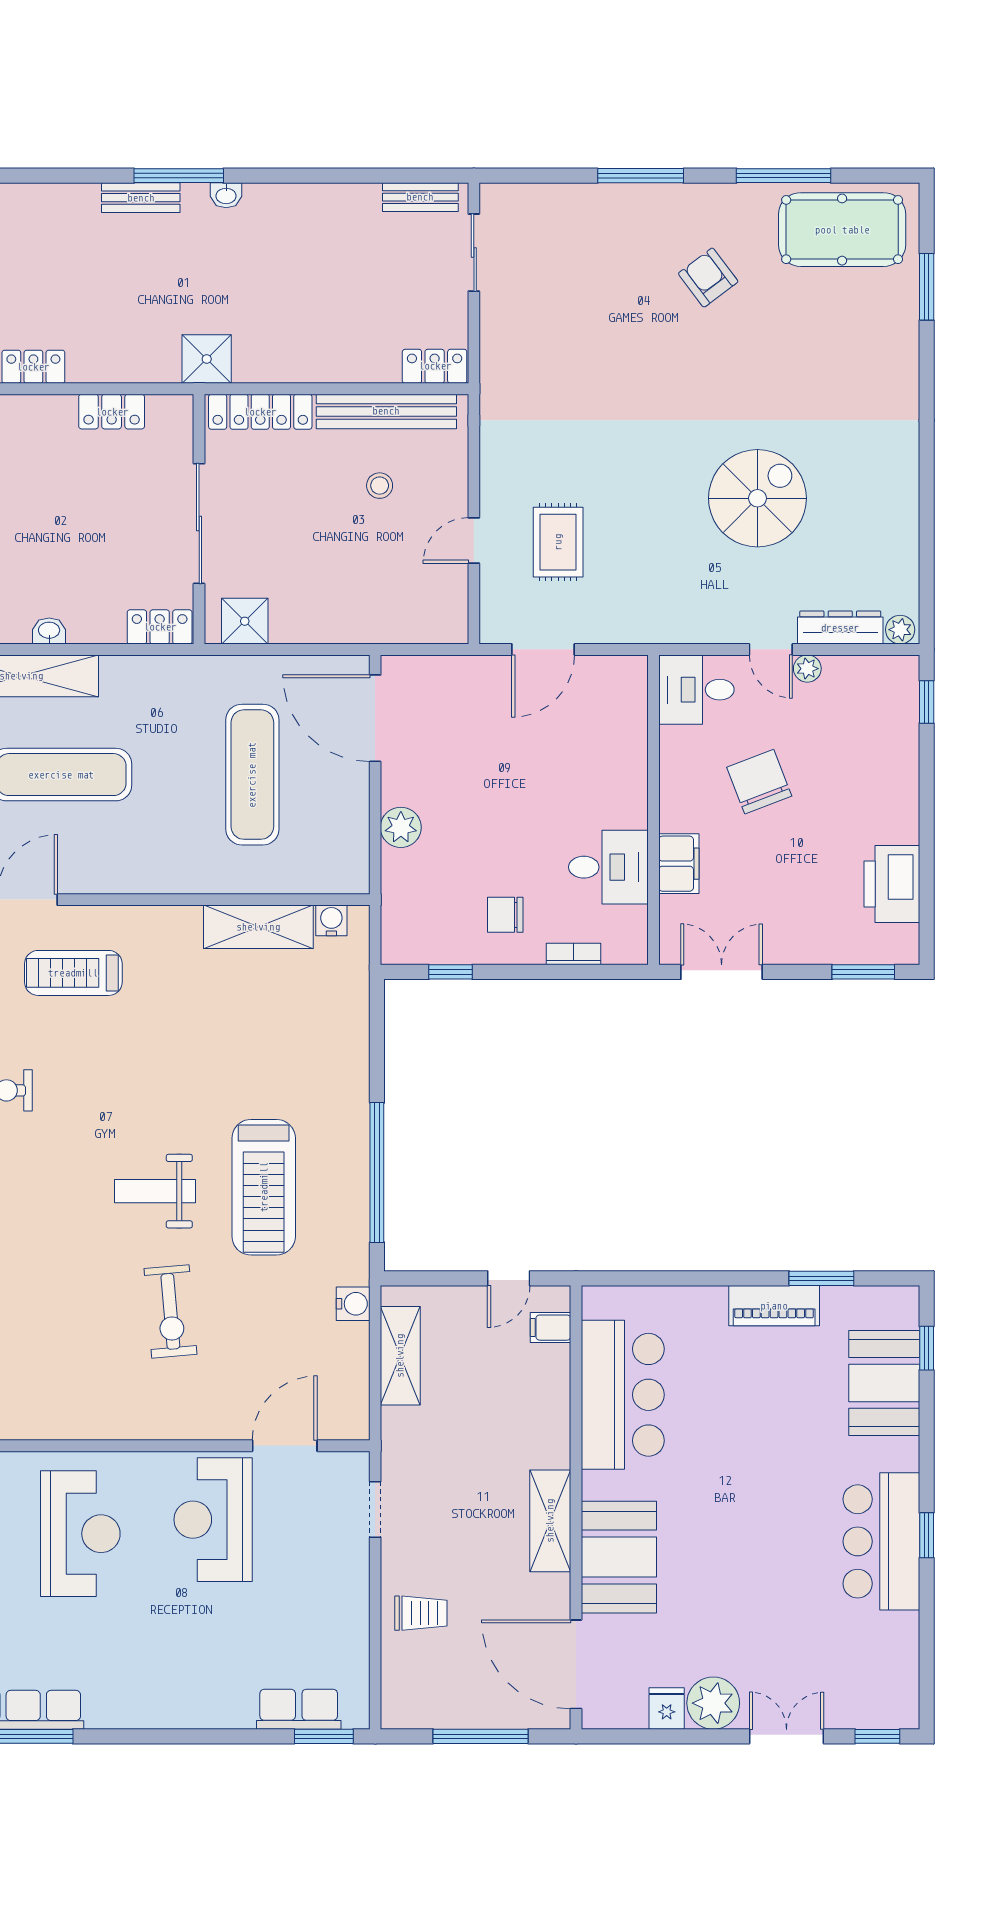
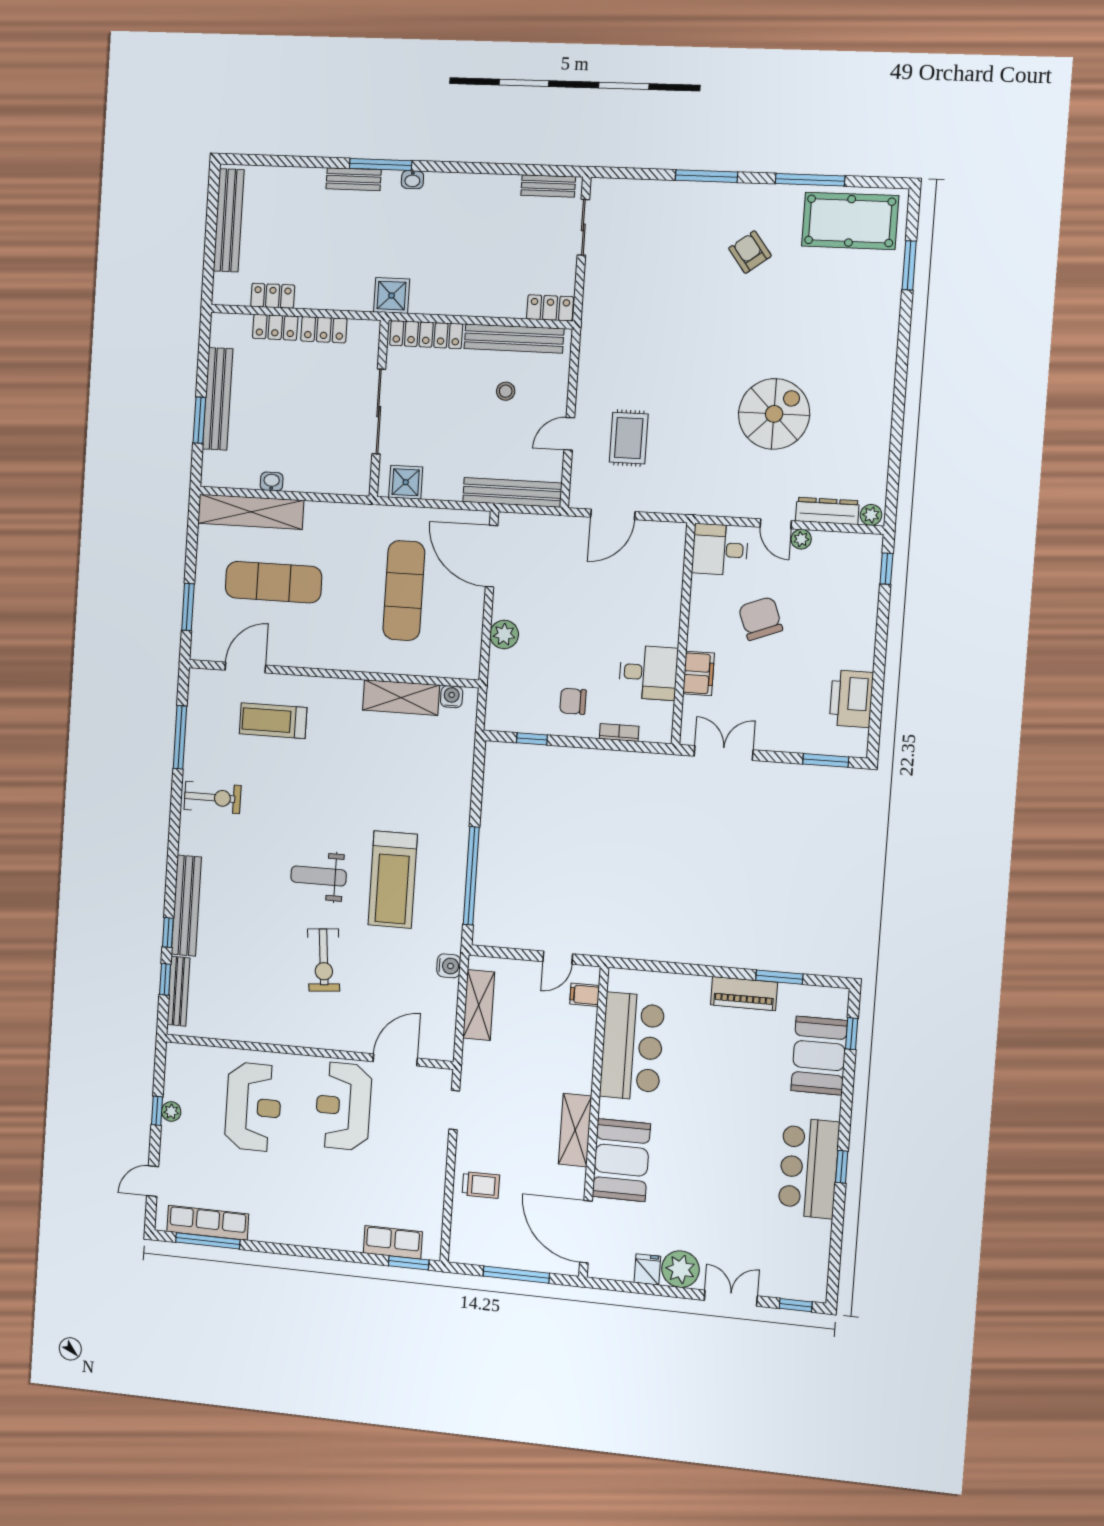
locker: (160, 627) -> (275, 327), moved, turned 180
bench: (399, 627) -> (512, 492), added

